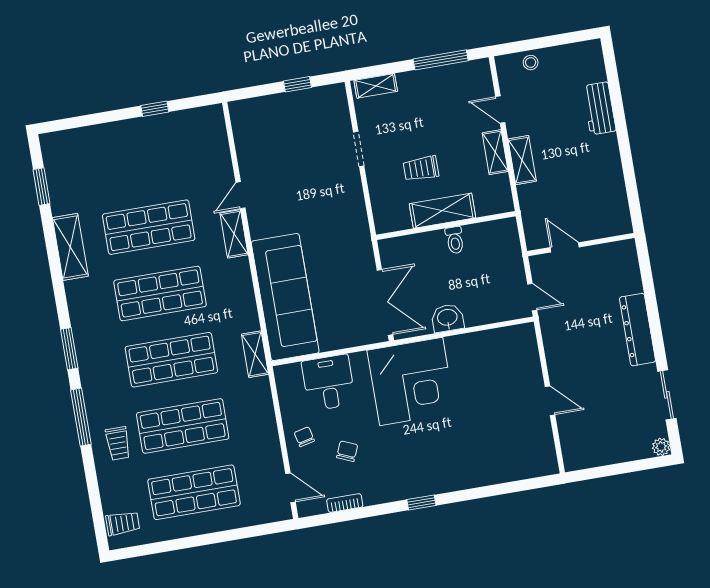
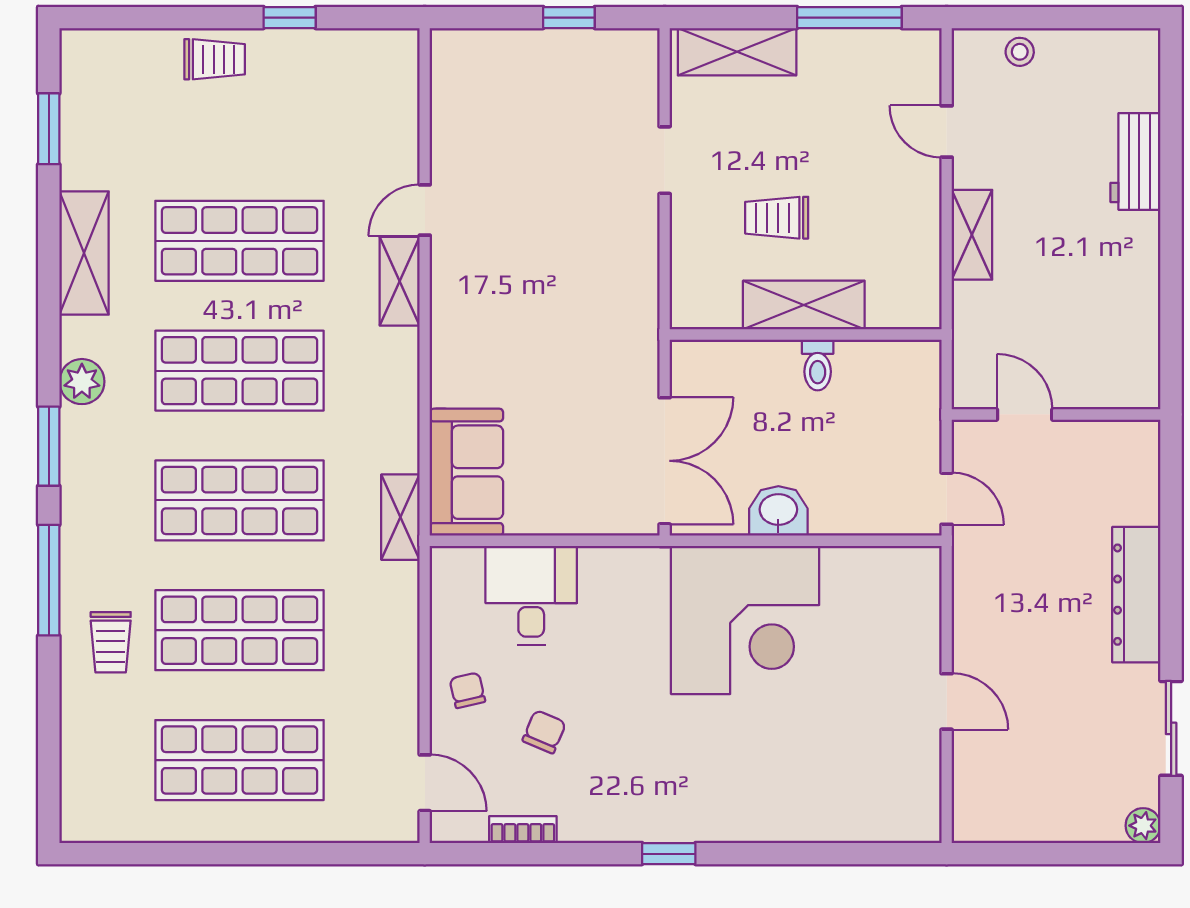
shelving: (376, 86) -> (737, 52), width x1.50, depth x1.33
shelving: (495, 152) -> (923, 211), removed
sofa: (285, 297) -> (466, 472), width x0.54, depth x0.79
plant: (80, 313) -> (82, 382), added
corner desk: (411, 382) -> (745, 620), moved
trolley: (123, 523) -> (215, 59), moved

